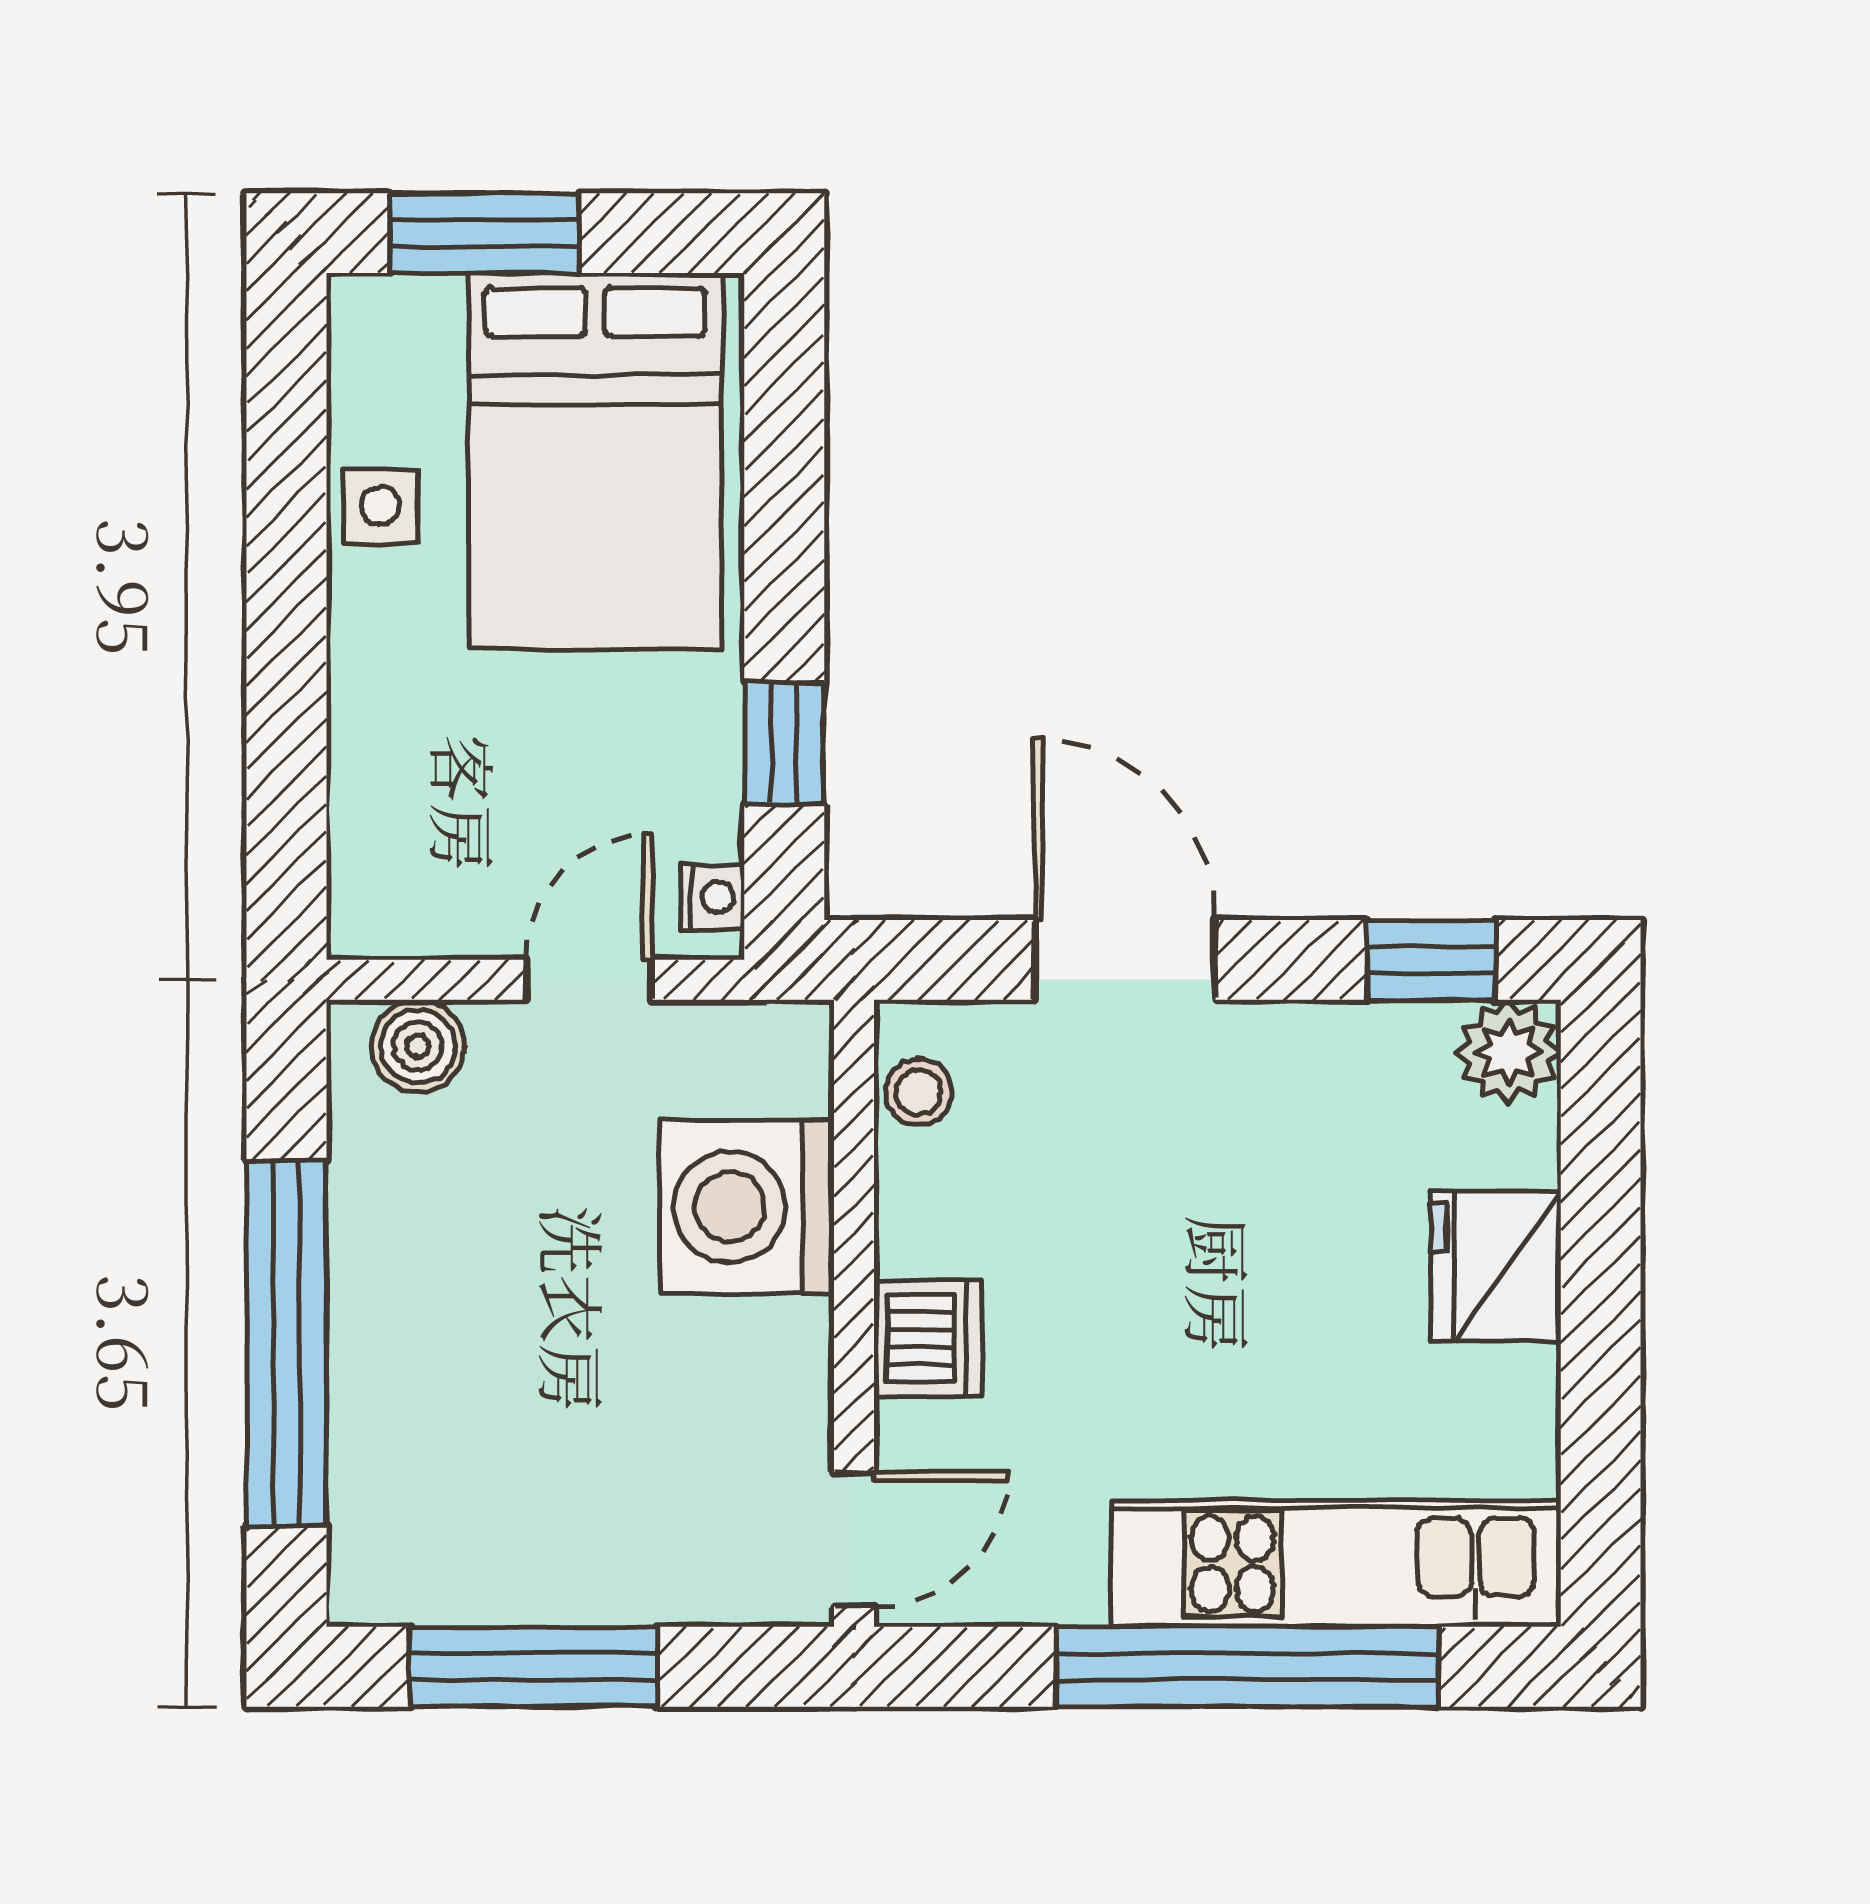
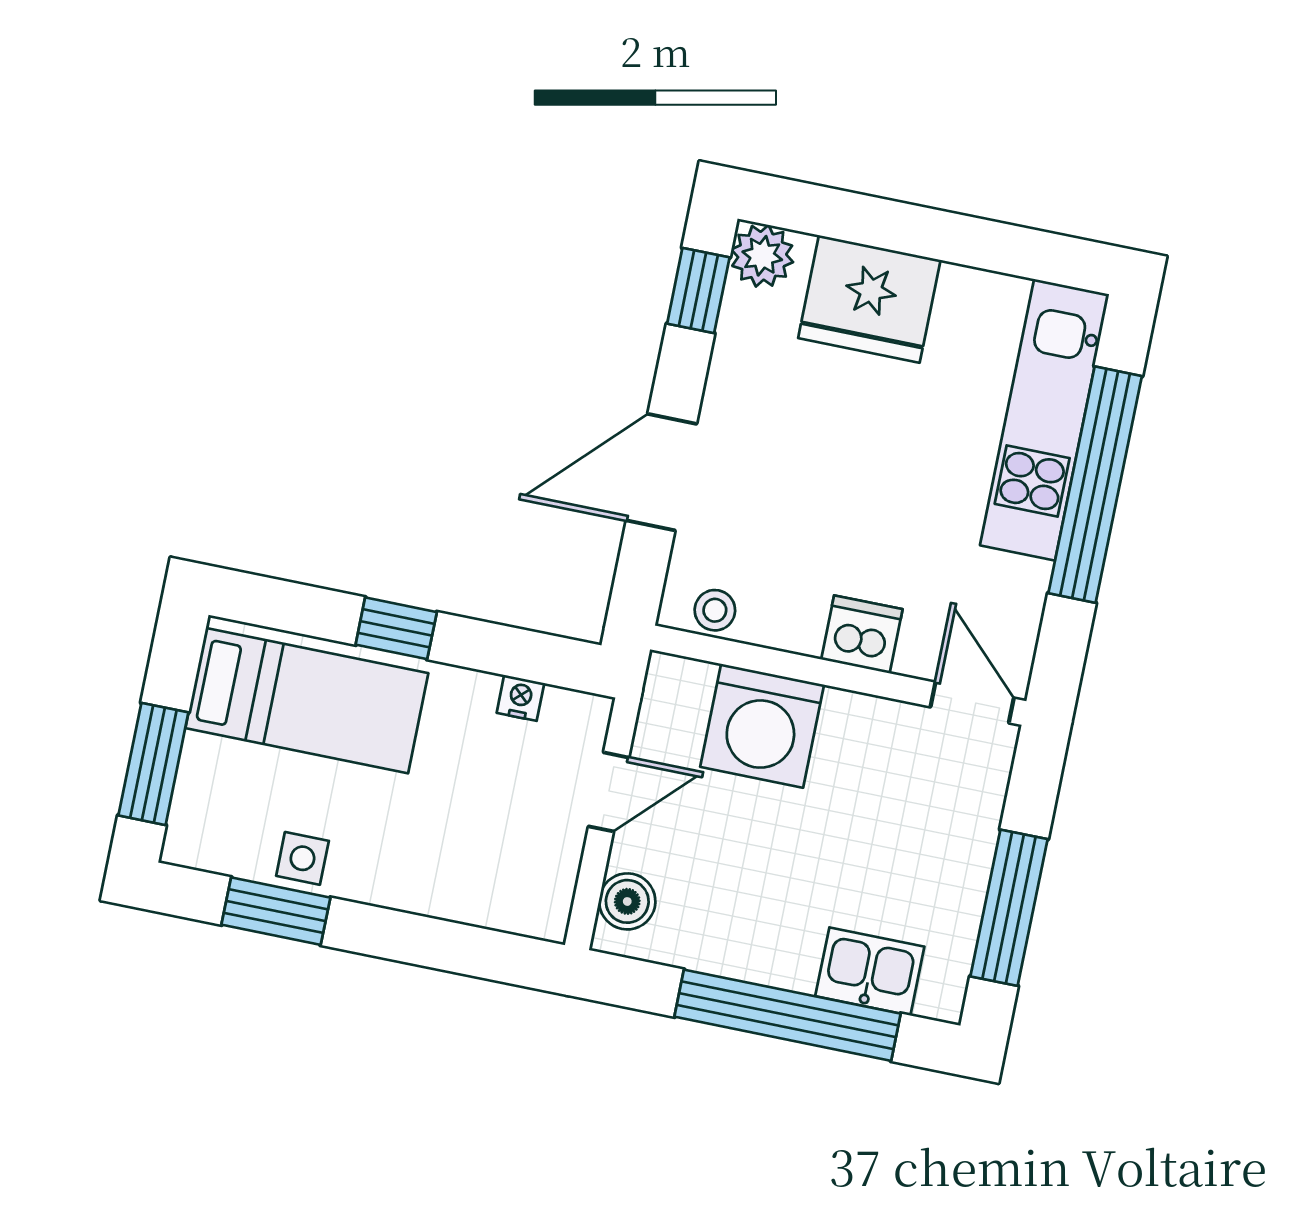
bed: (595, 461) -> (307, 701), width x0.67
window: (286, 480) -> (276, 911), added
window: (784, 743) -> (396, 628), moved
nightstand: (712, 897) -> (520, 698), moved
door: (589, 980) -> (609, 792), swing flipped
fridge: (1496, 1267) -> (869, 299), width x1.36, depth x1.34
kitchen sink: (384, 1462) -> (870, 971), added

